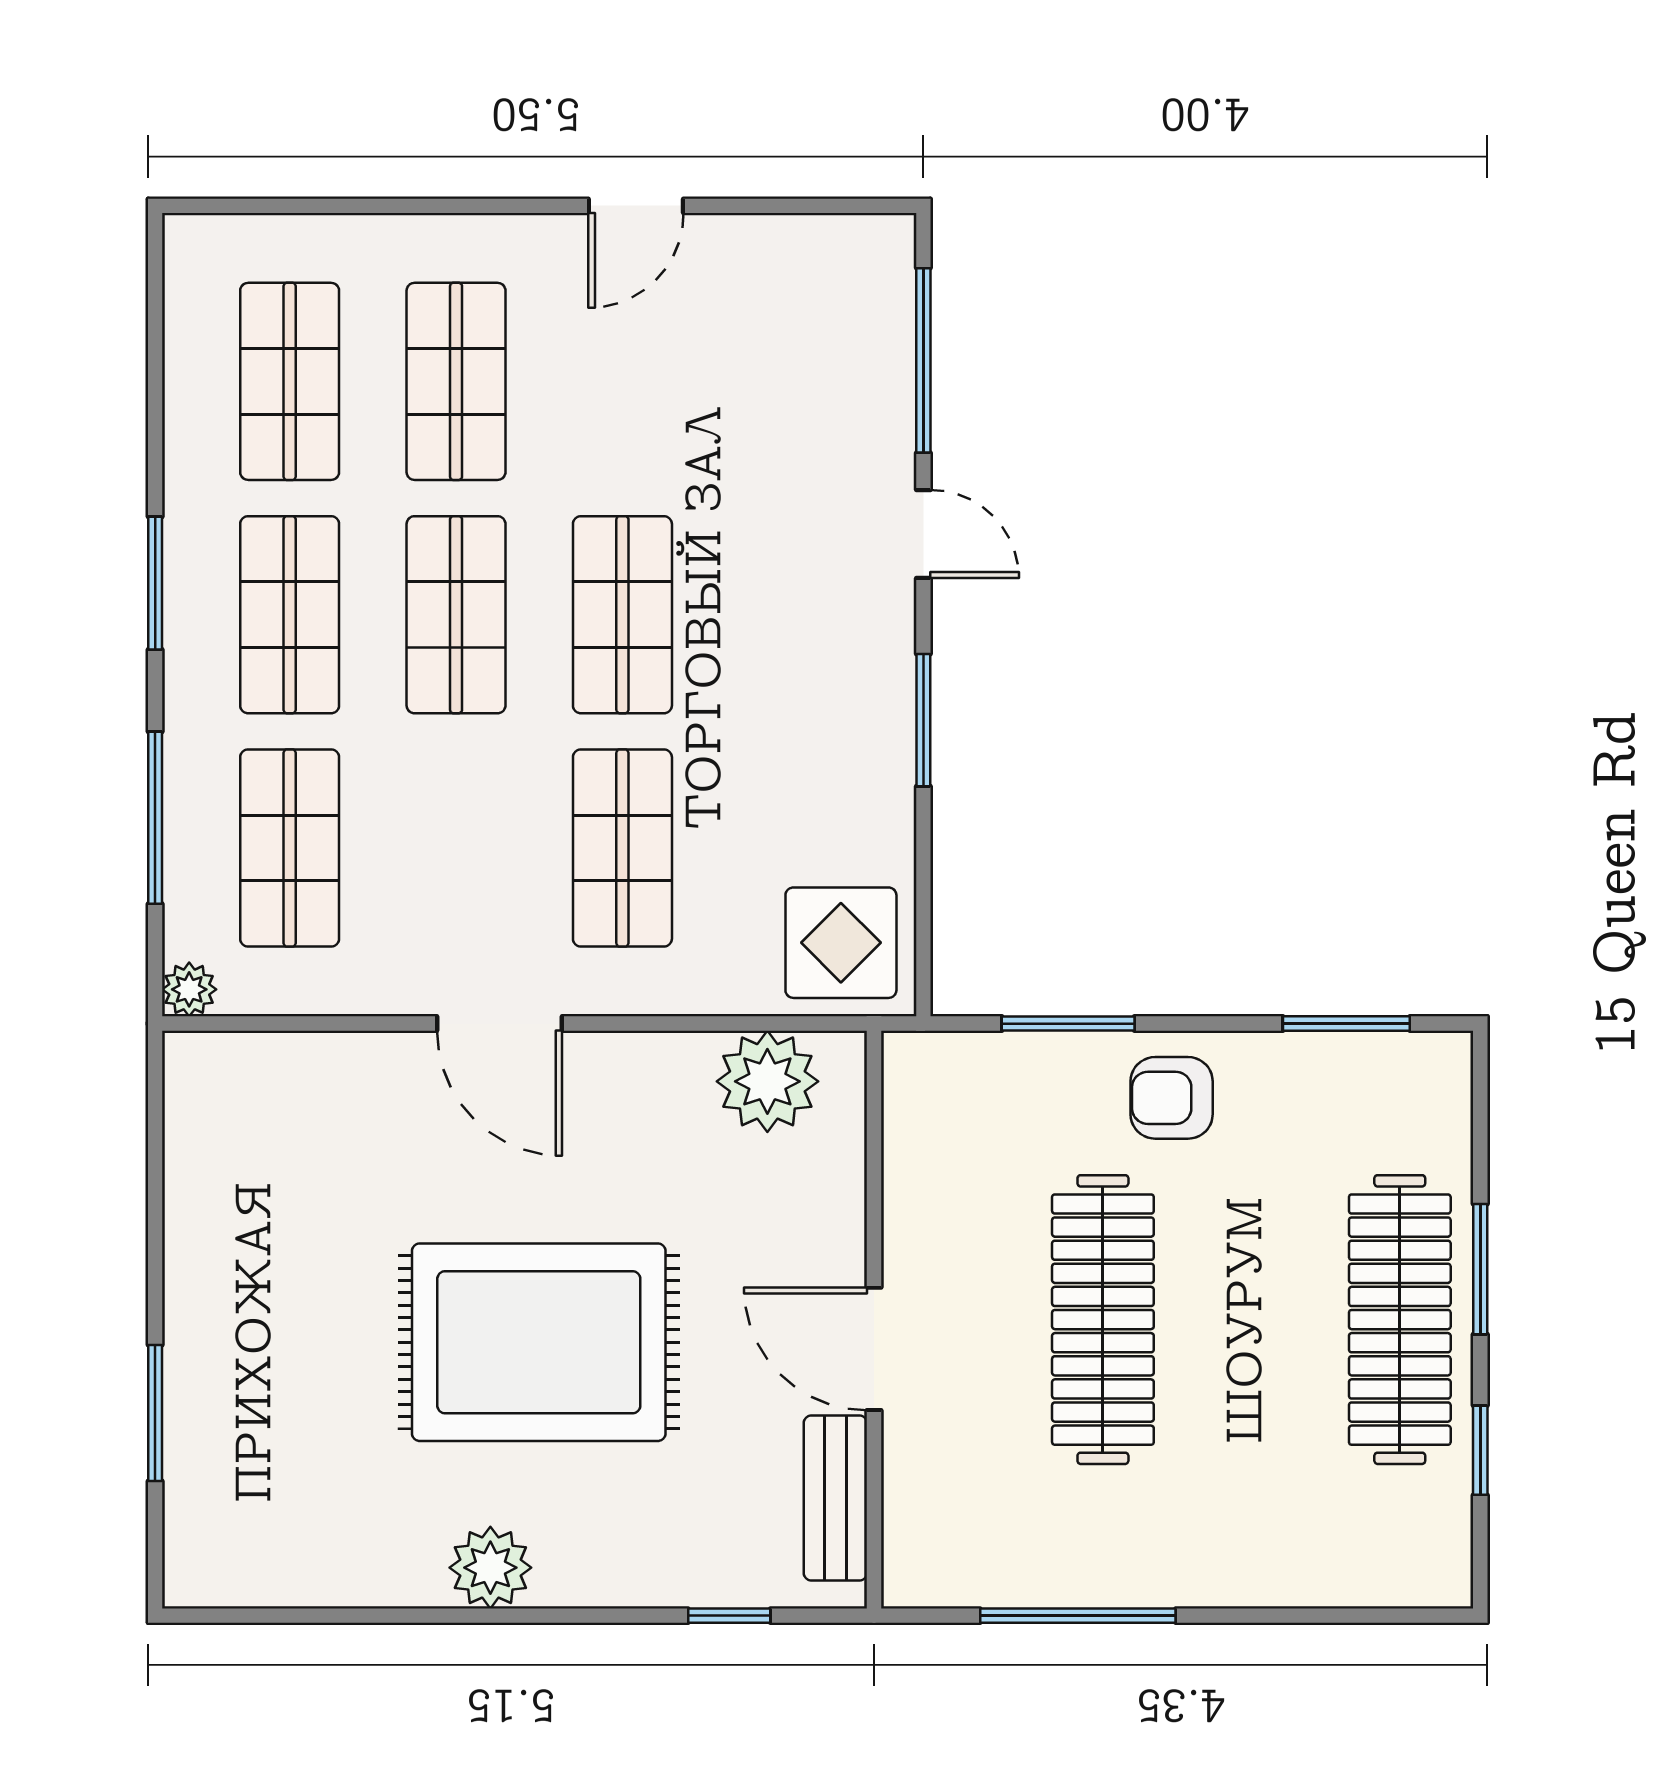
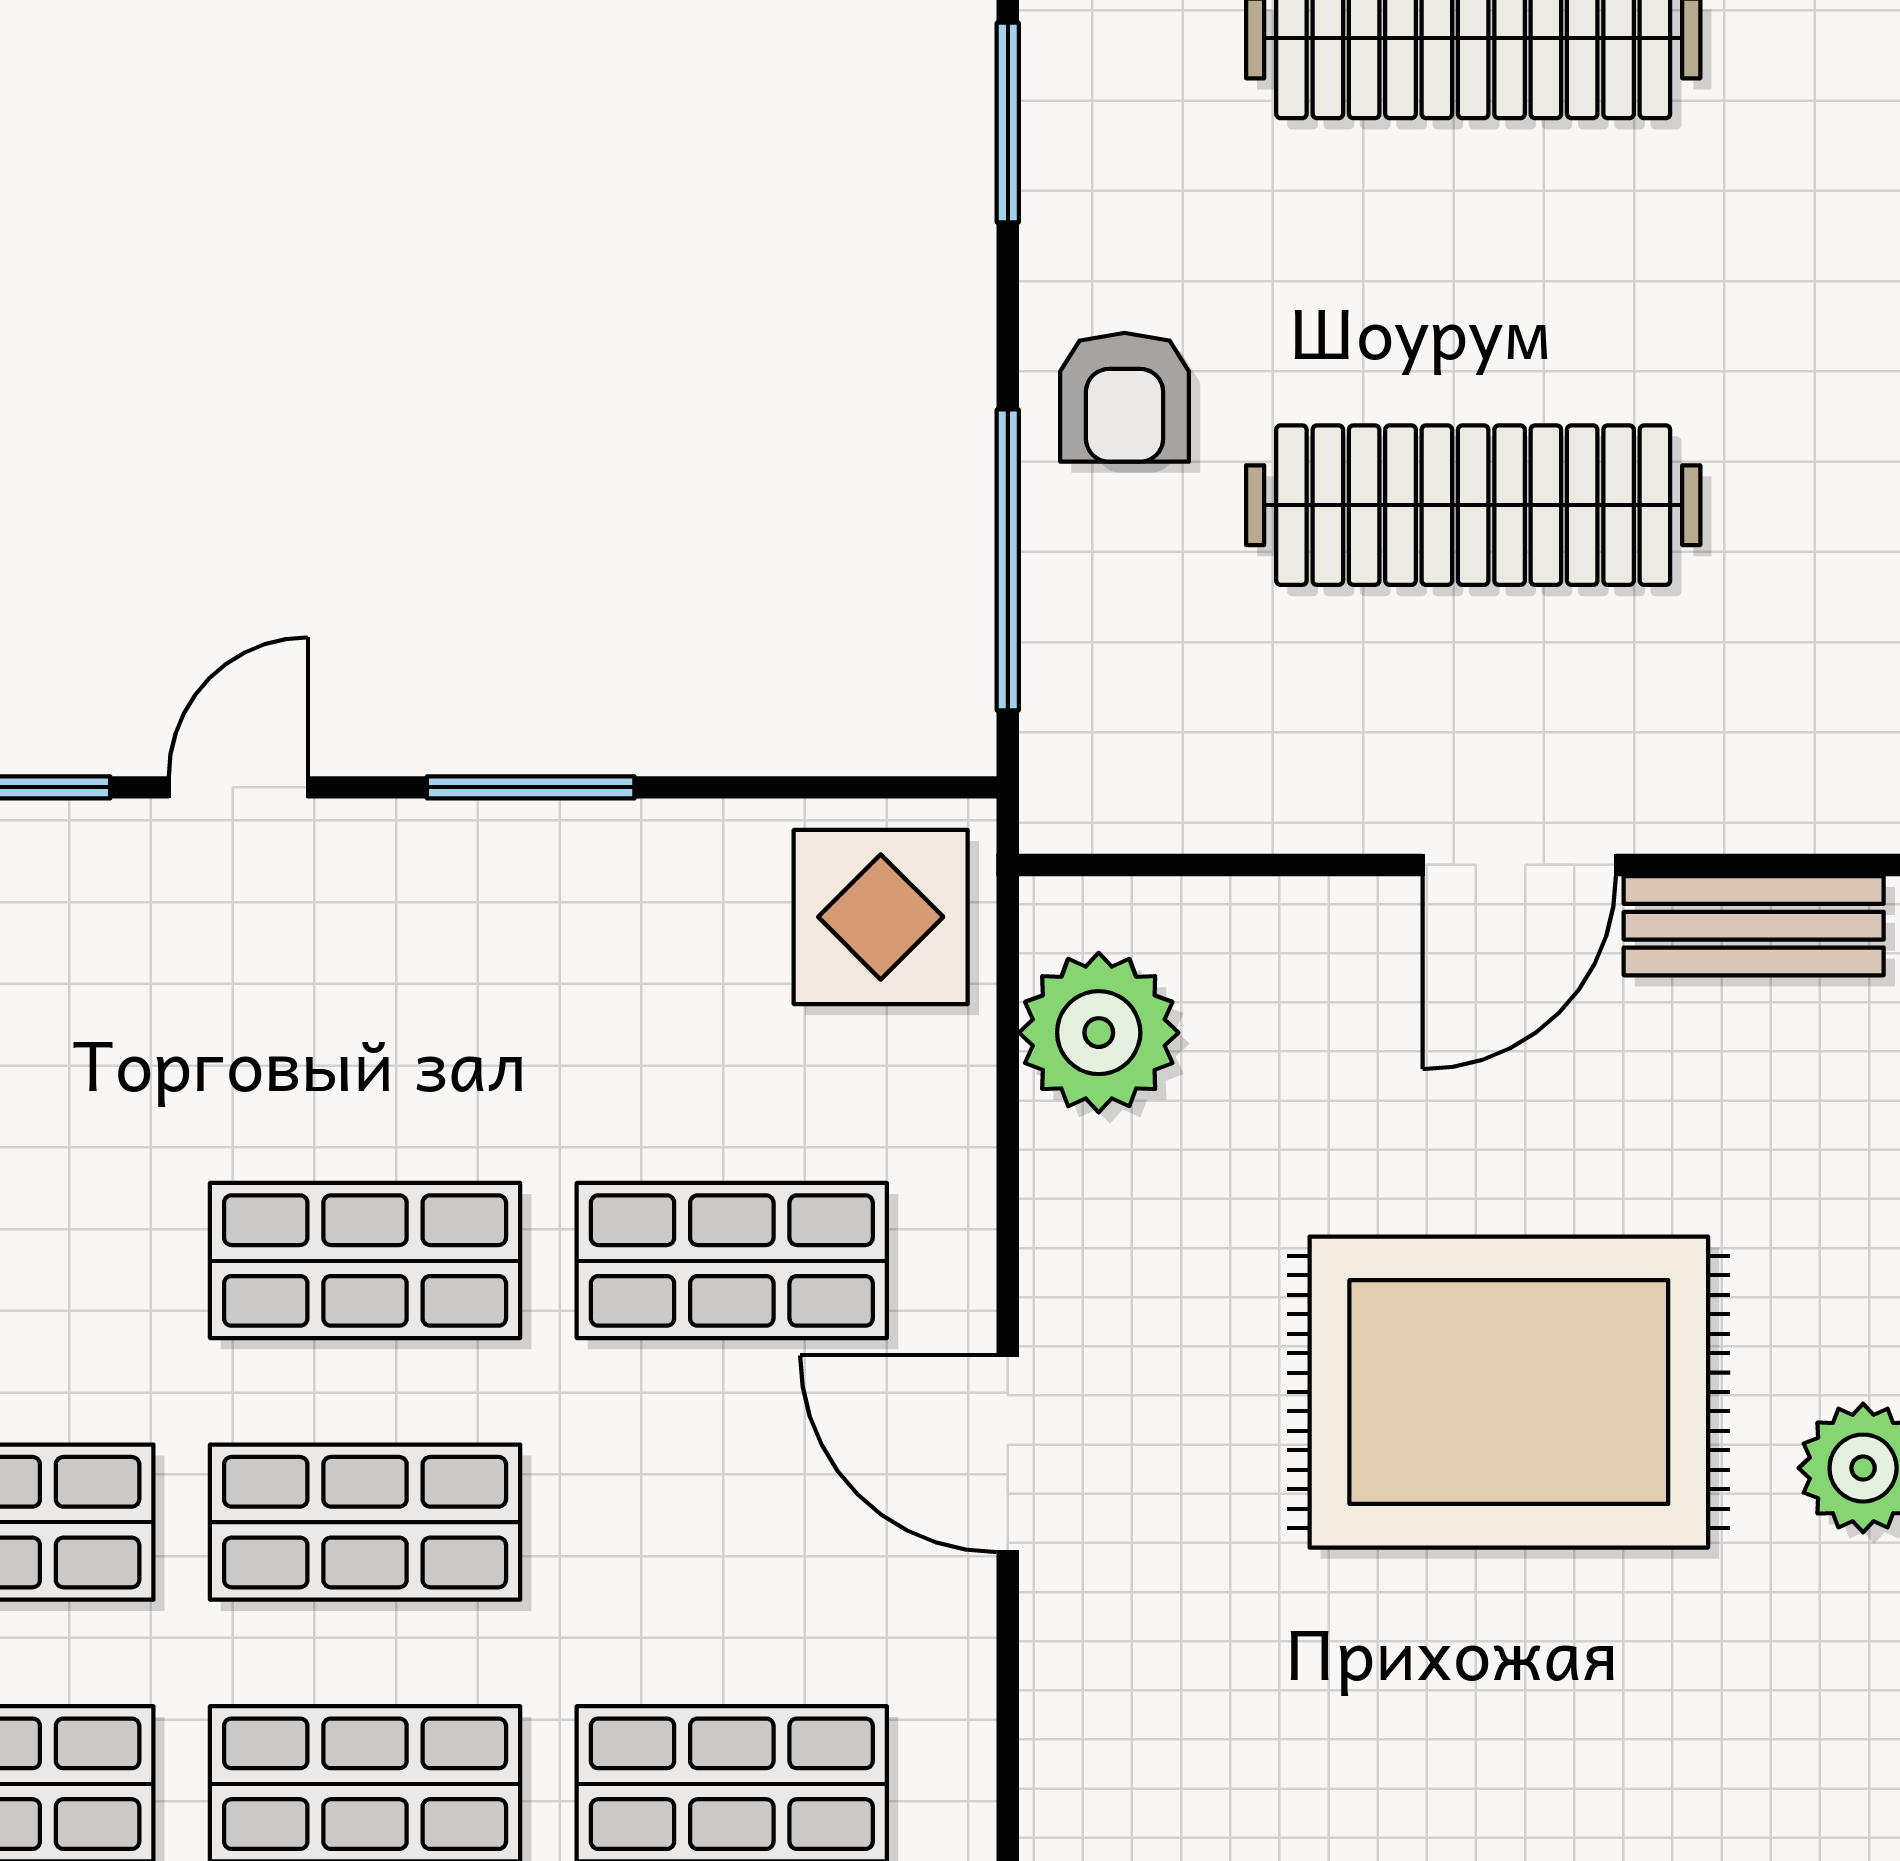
door: (500, 1024) -> (1008, 1454), swing flipped
window: (1068, 1024) -> (1008, 560), width x1.44
rug: (539, 1342) -> (1509, 1392), turned 90

